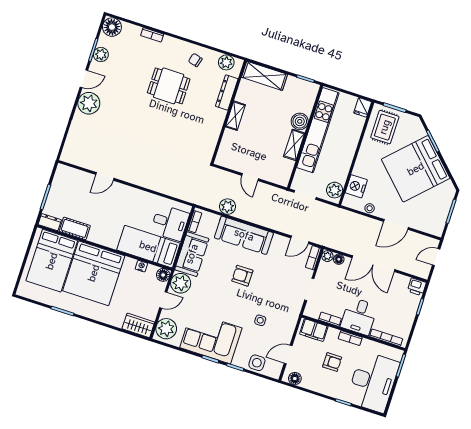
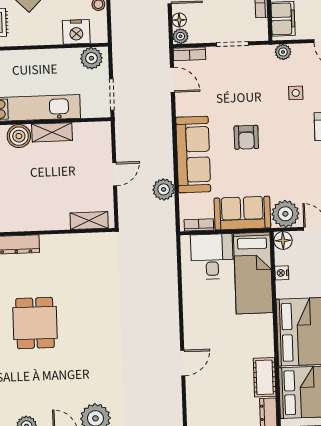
shelving: (235, 116) -> (89, 221), moved
door: (105, 176) -> (183, 363), hinge flipped
plant: (291, 322) -> (283, 52), added

